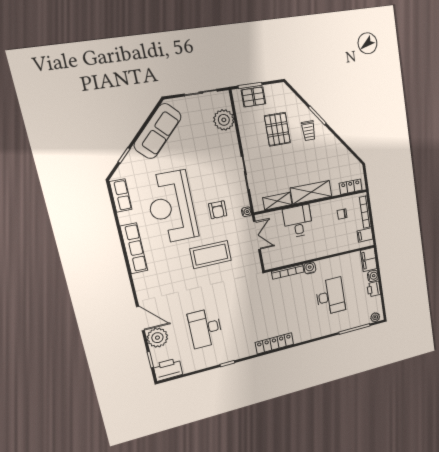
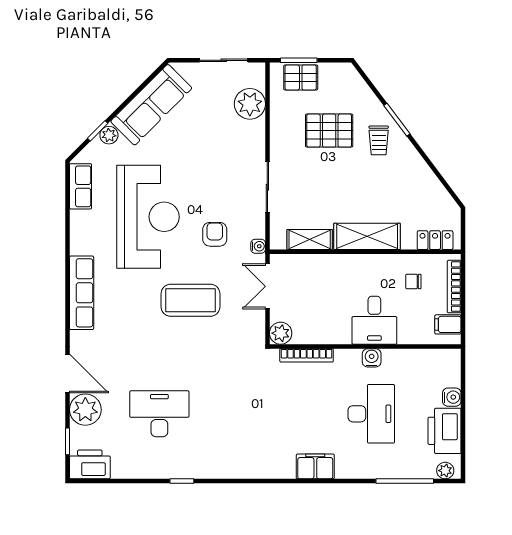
pallet: (277, 129) -> (329, 131), turned 90
plant: (133, 157) -> (109, 135), added
reception desk: (172, 207) -> (148, 217), turned 180
armchair: (218, 210) -> (215, 234), turned 180
desk: (298, 221) -> (374, 320), moved, turned 180
double door: (257, 235) -> (267, 286), swing flipped
row of seats: (134, 248) -> (82, 293), moved
filing cabinet: (369, 260) -> (315, 466), moved, turned 90
plant: (270, 262) -> (281, 333), added
water cooler: (310, 268) -> (372, 358), moved
printer: (374, 289) -> (445, 431), width x1.87, depth x1.48
desk: (205, 328) -> (159, 414), turned 90
locker: (274, 343) -> (264, 469), removed

